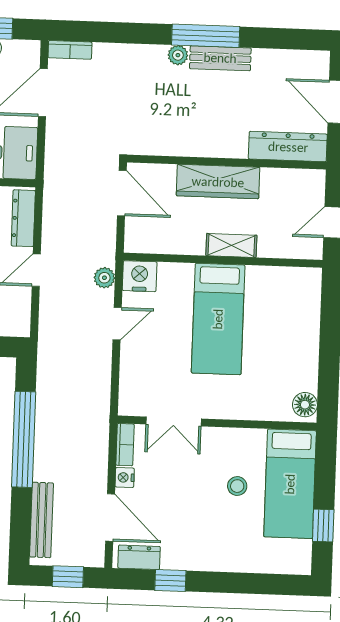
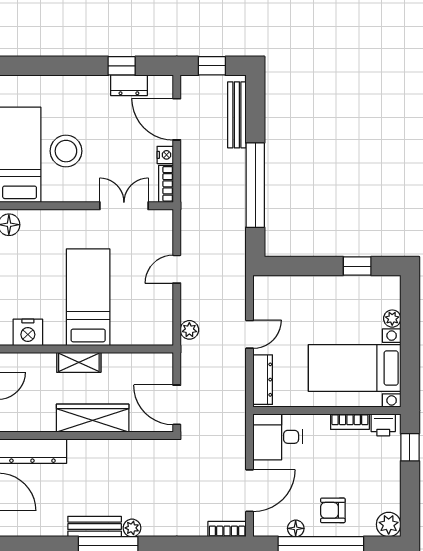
nightstand: (140, 276) -> (28, 332), moved
door: (117, 324) -> (177, 269), moved
stool: (237, 486) -> (66, 151), width x1.89, depth x1.89
dresser: (139, 557) -> (129, 85), moved

